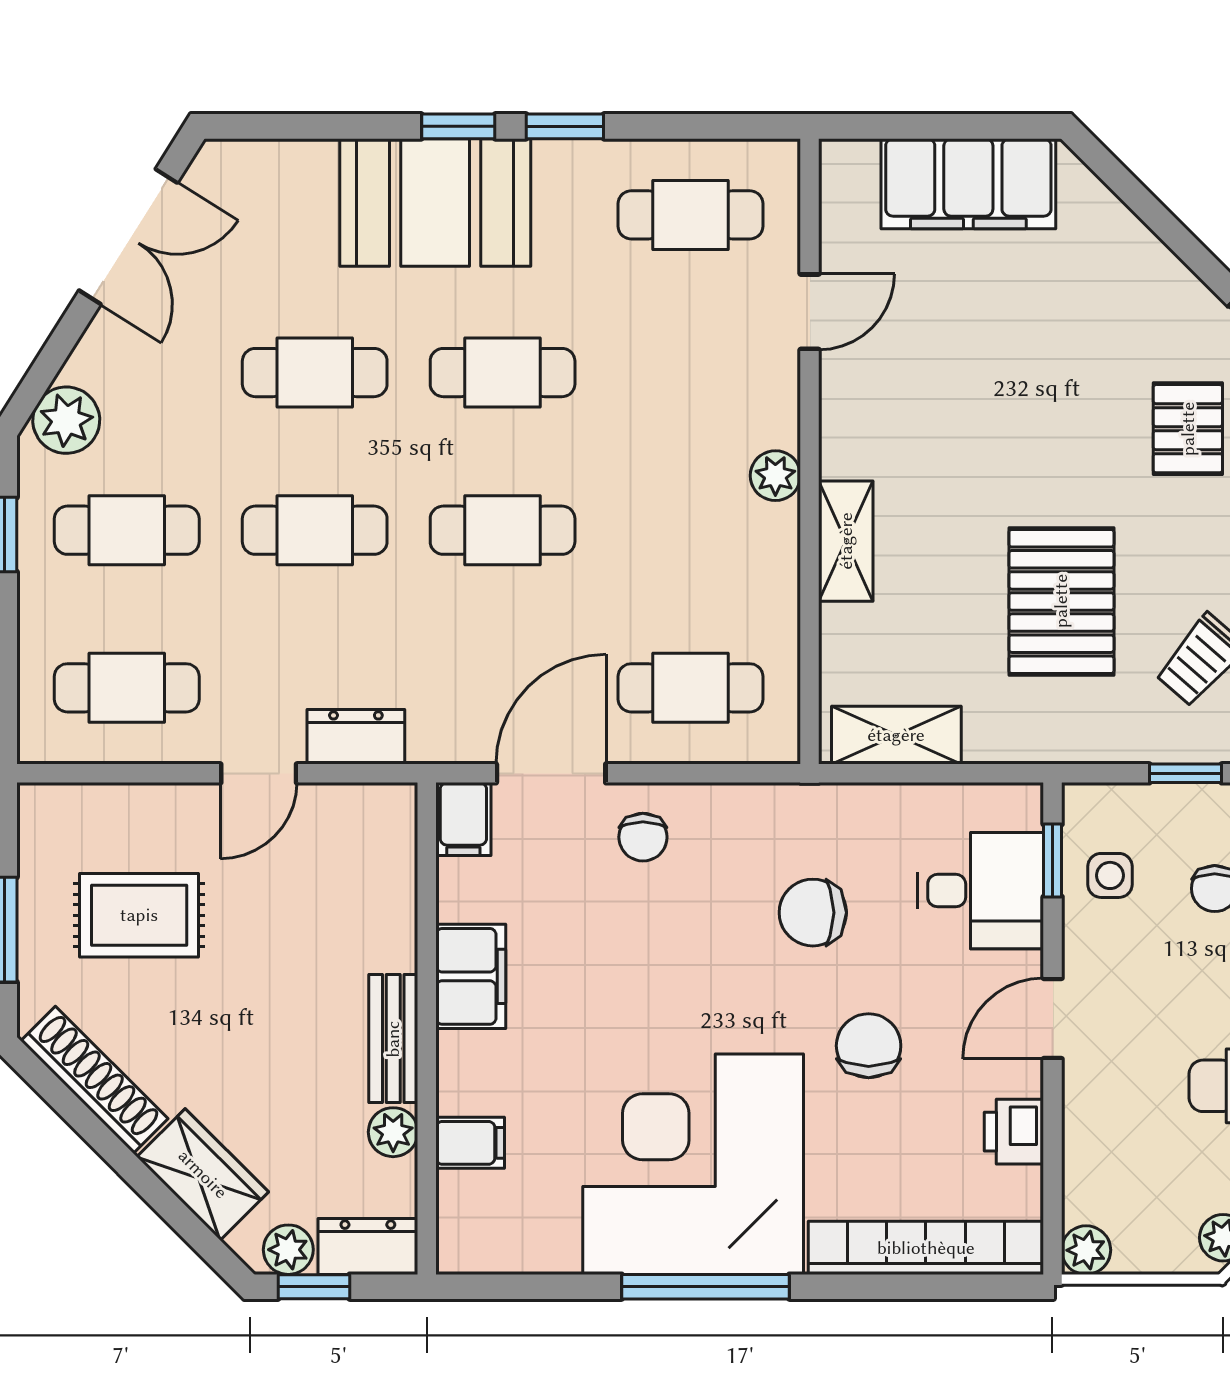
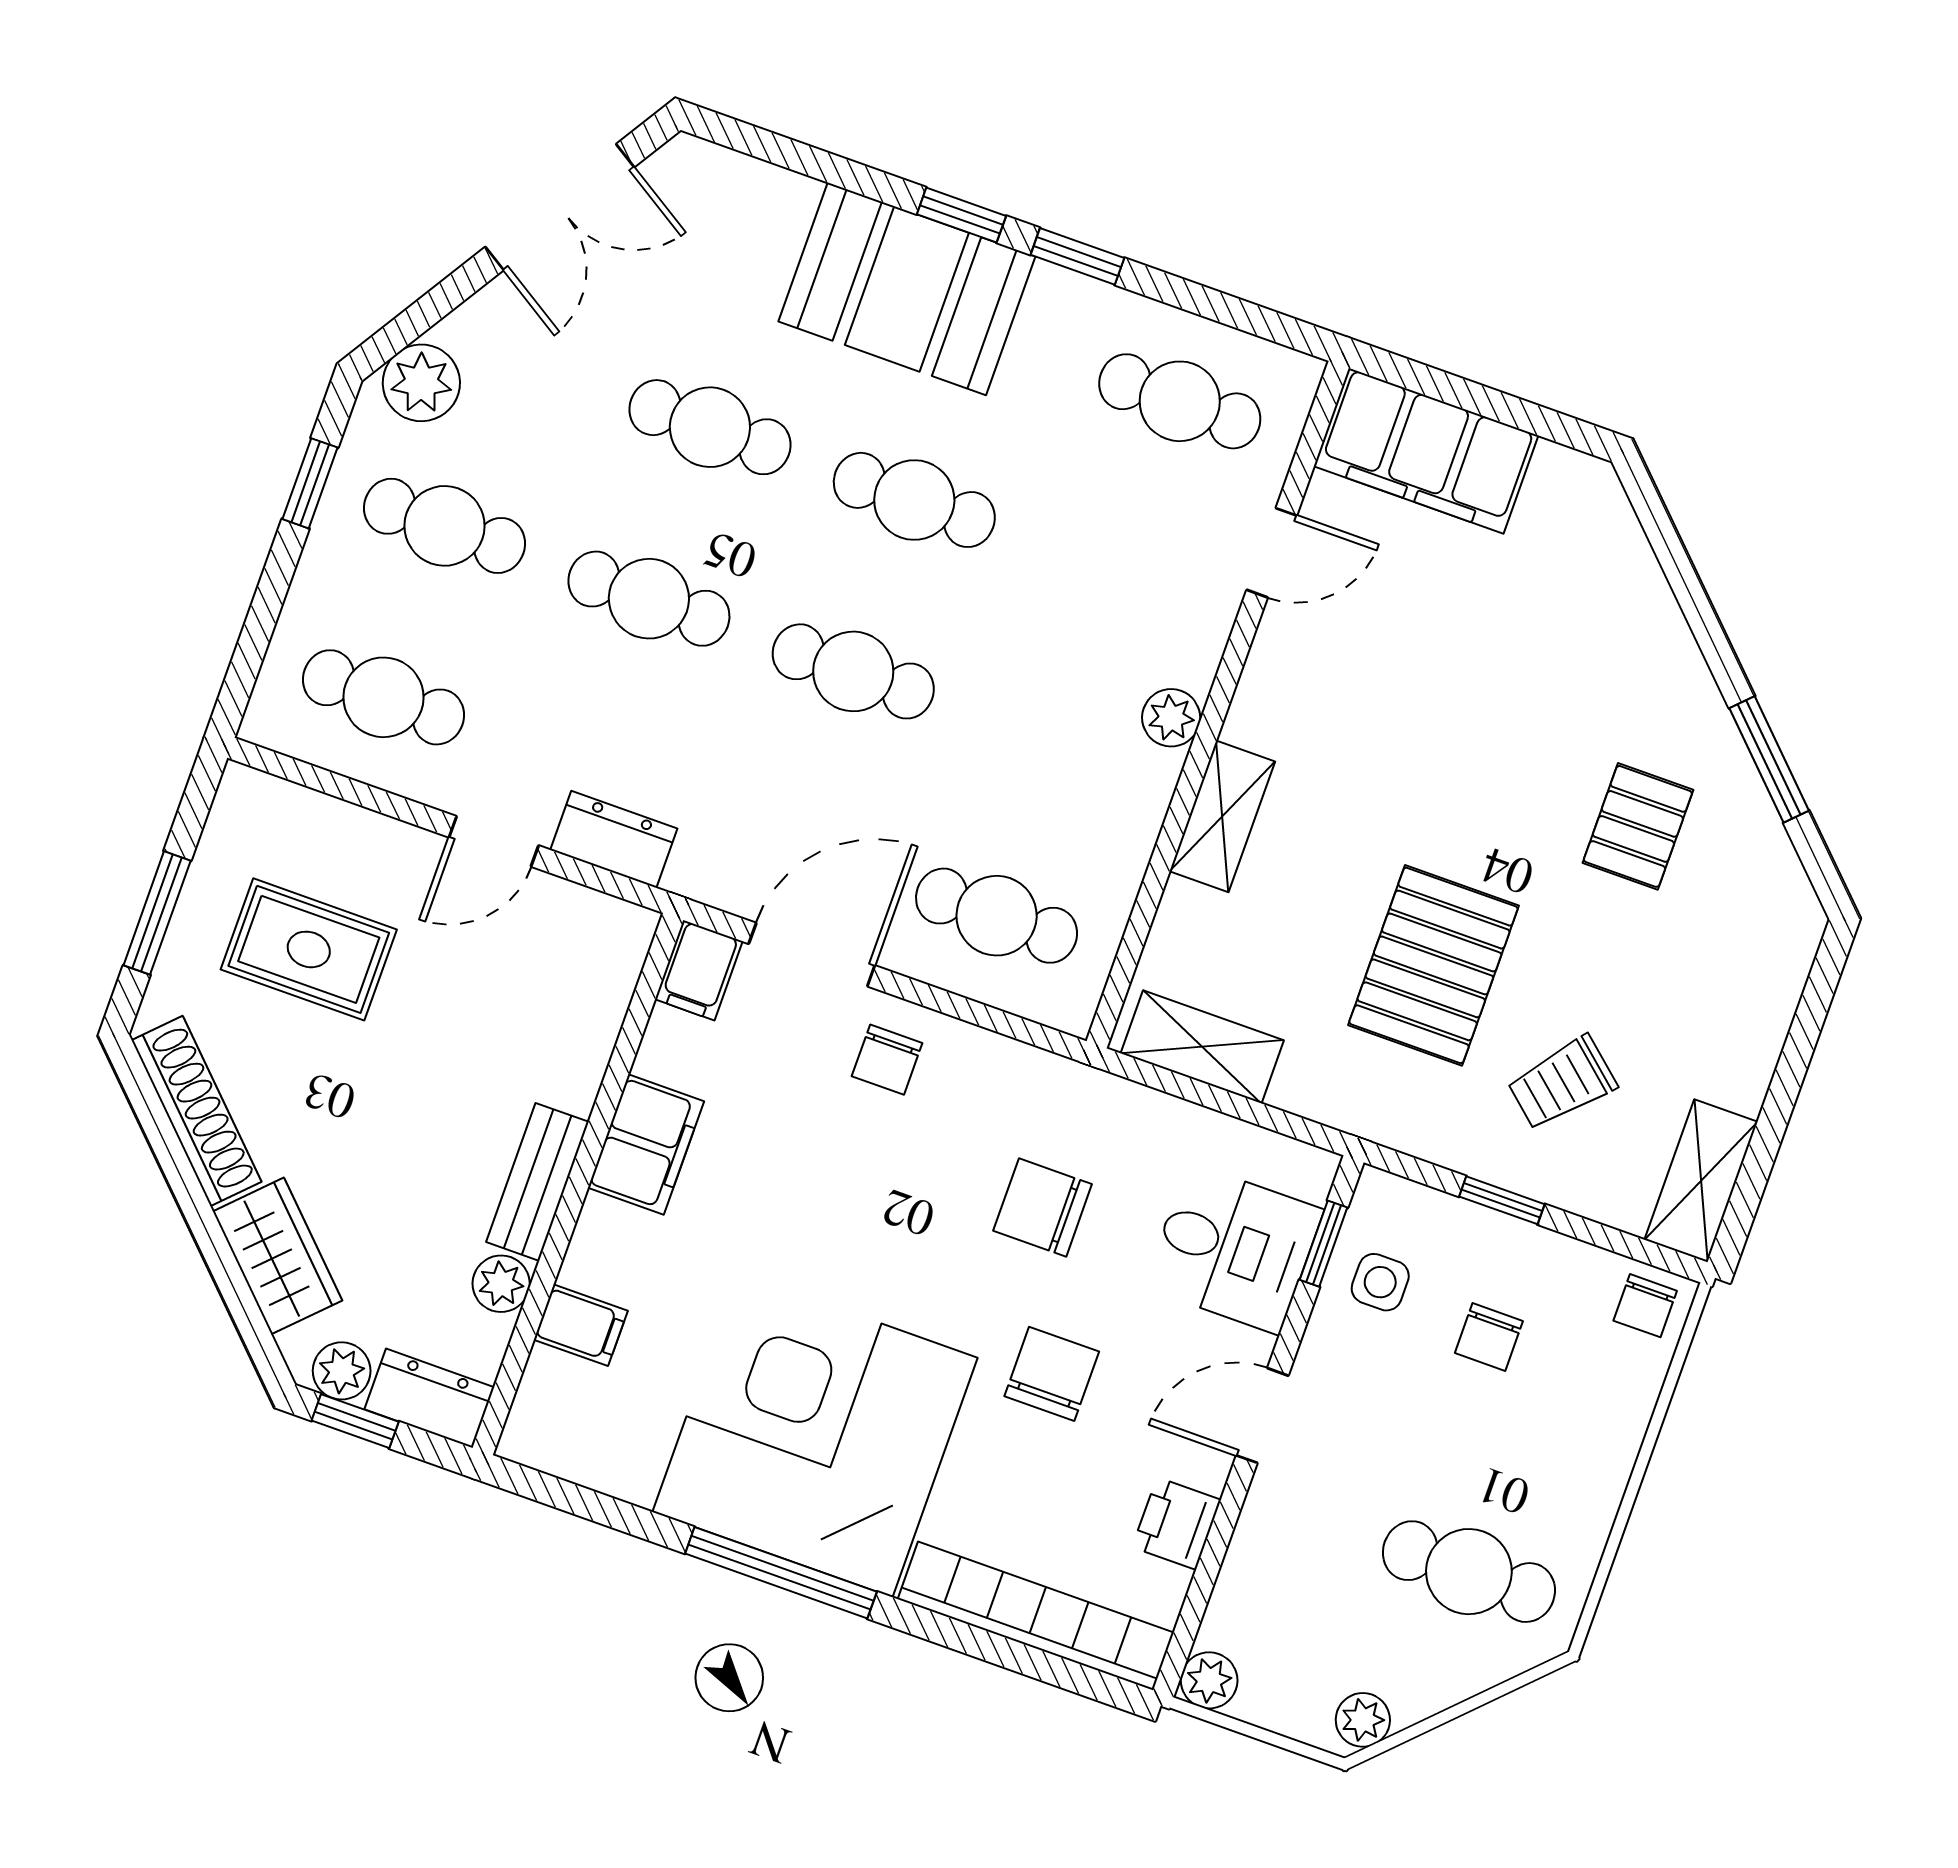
filing cabinet: (968, 184) -> (1426, 451), moved

